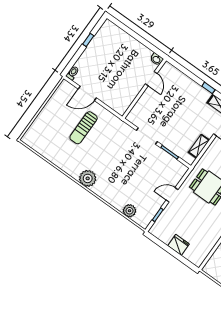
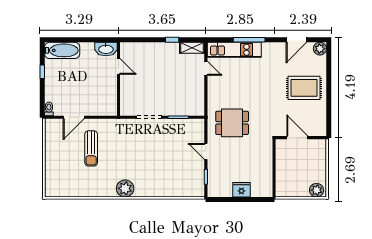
bathtub: (116, 34) -> (62, 50), added
washbasin: (157, 59) -> (106, 49), width x1.91, depth x1.45
shelving: (199, 146) -> (199, 94), removed
door: (172, 195) -> (206, 151), hinge flipped
plant: (130, 211) -> (180, 191), removed

